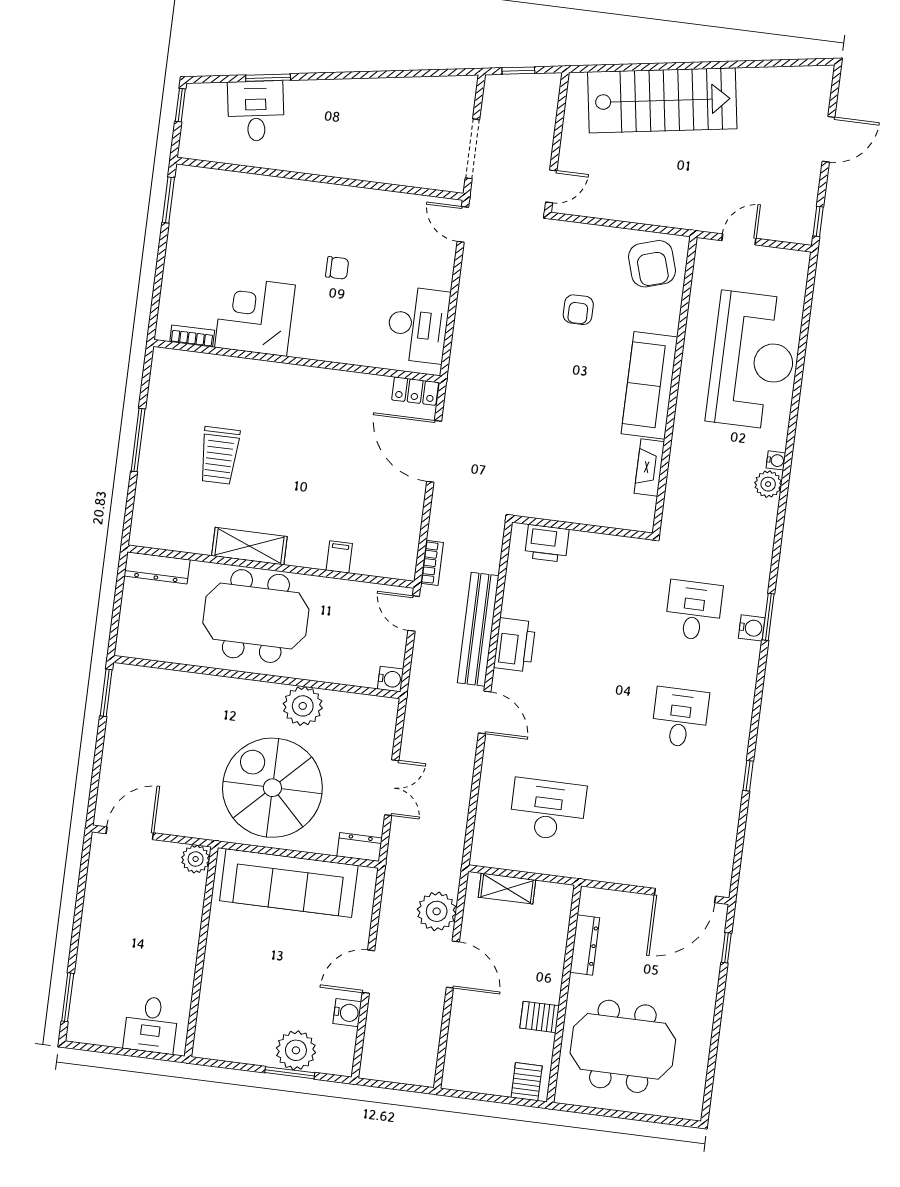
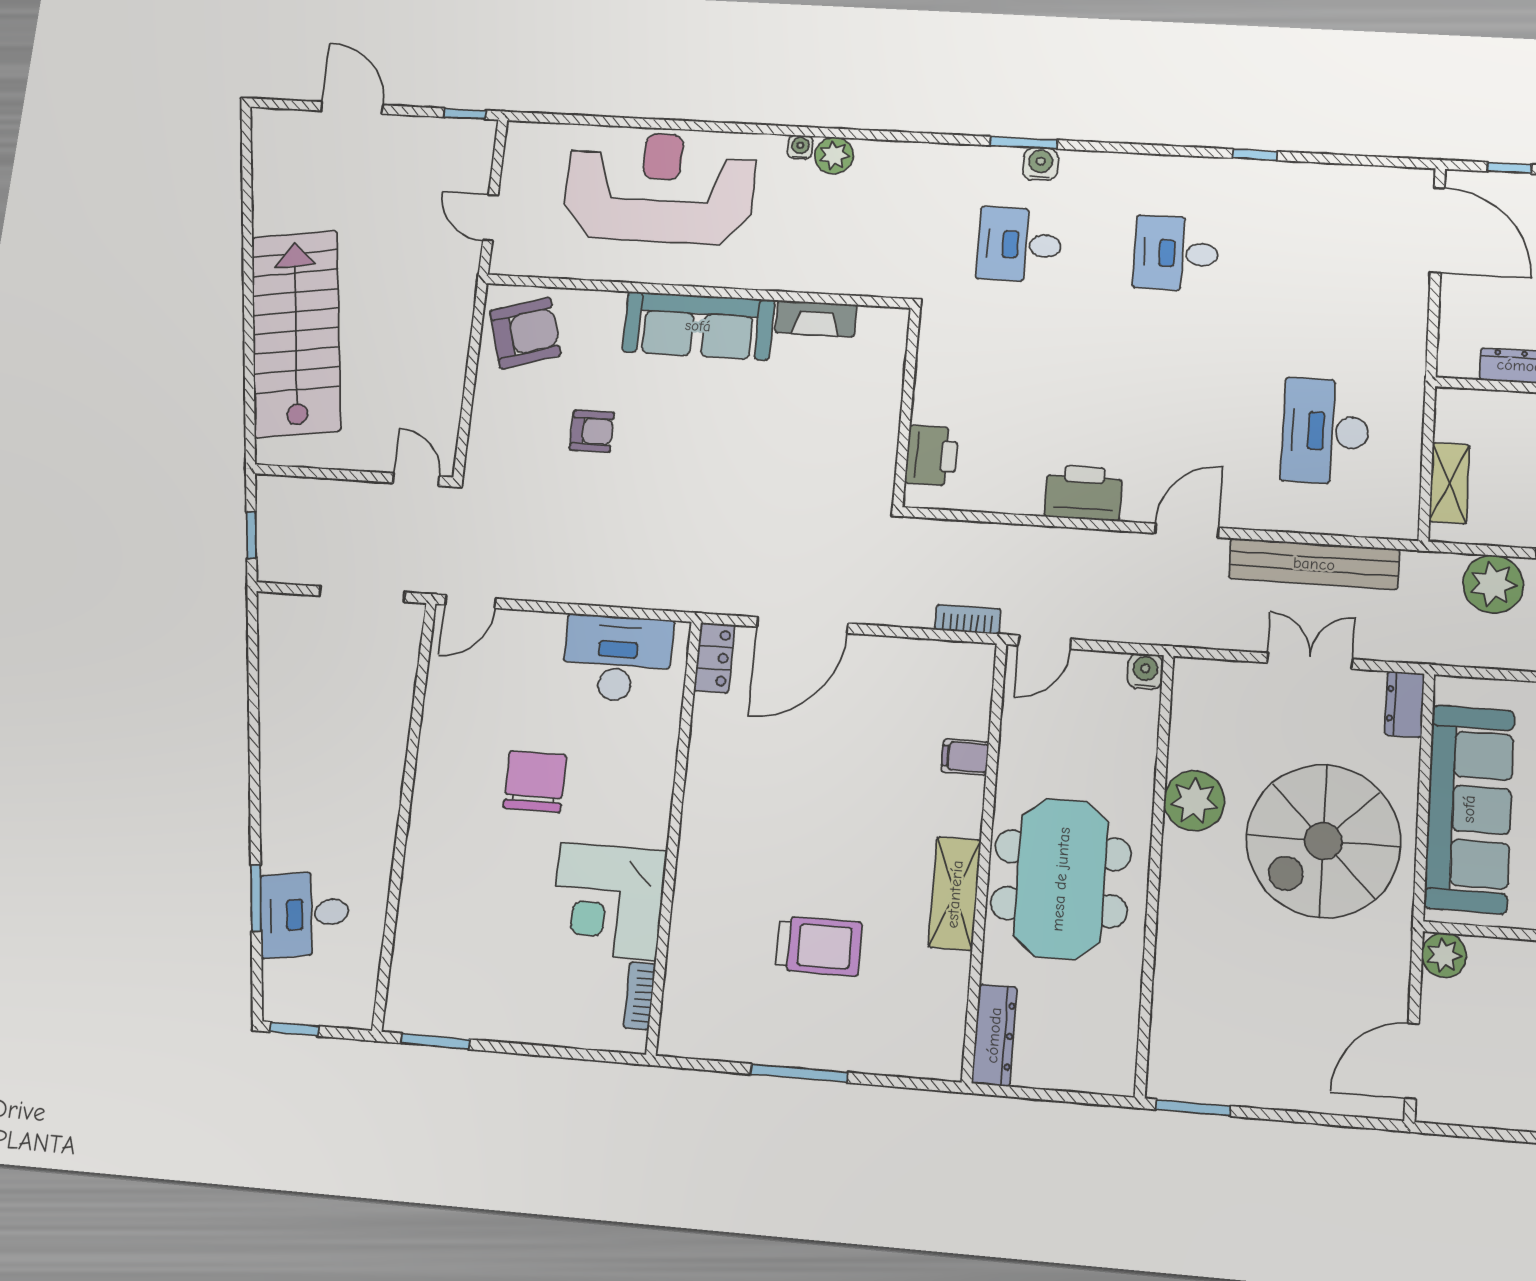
chair: (337, 268) -> (535, 782), width x1.87, depth x1.87
bench: (478, 629) -> (1314, 564), moved
door: (130, 833) -> (1412, 1061), hinge flipped

